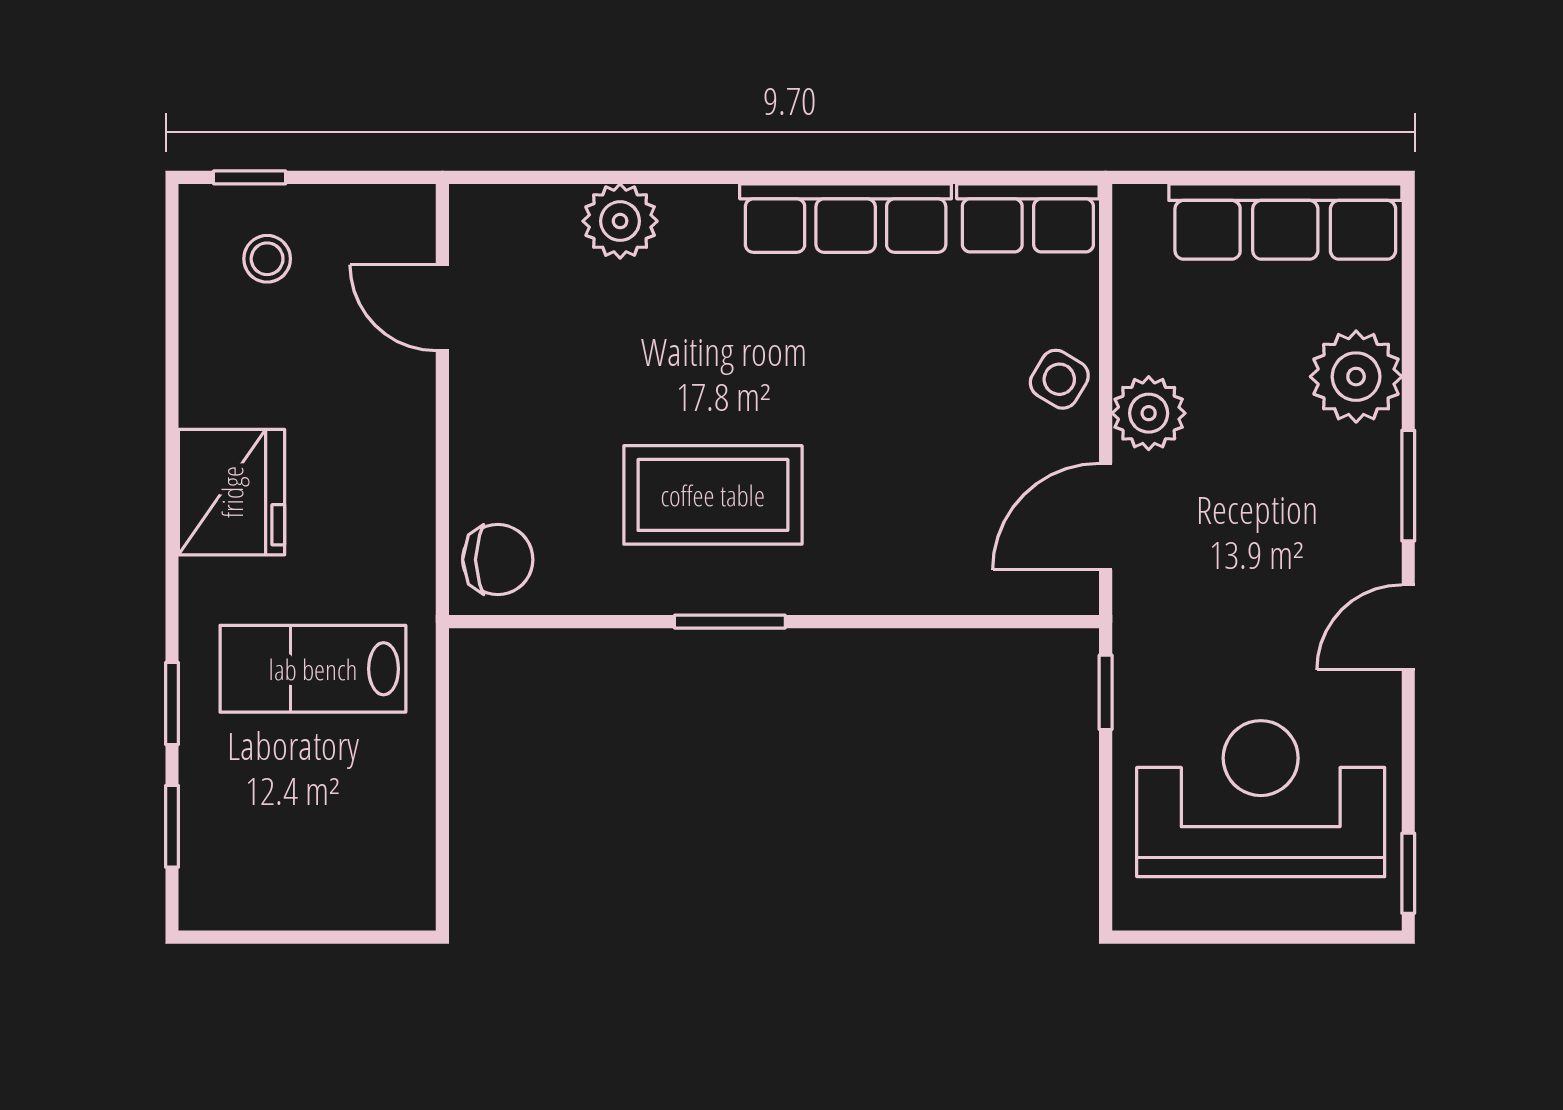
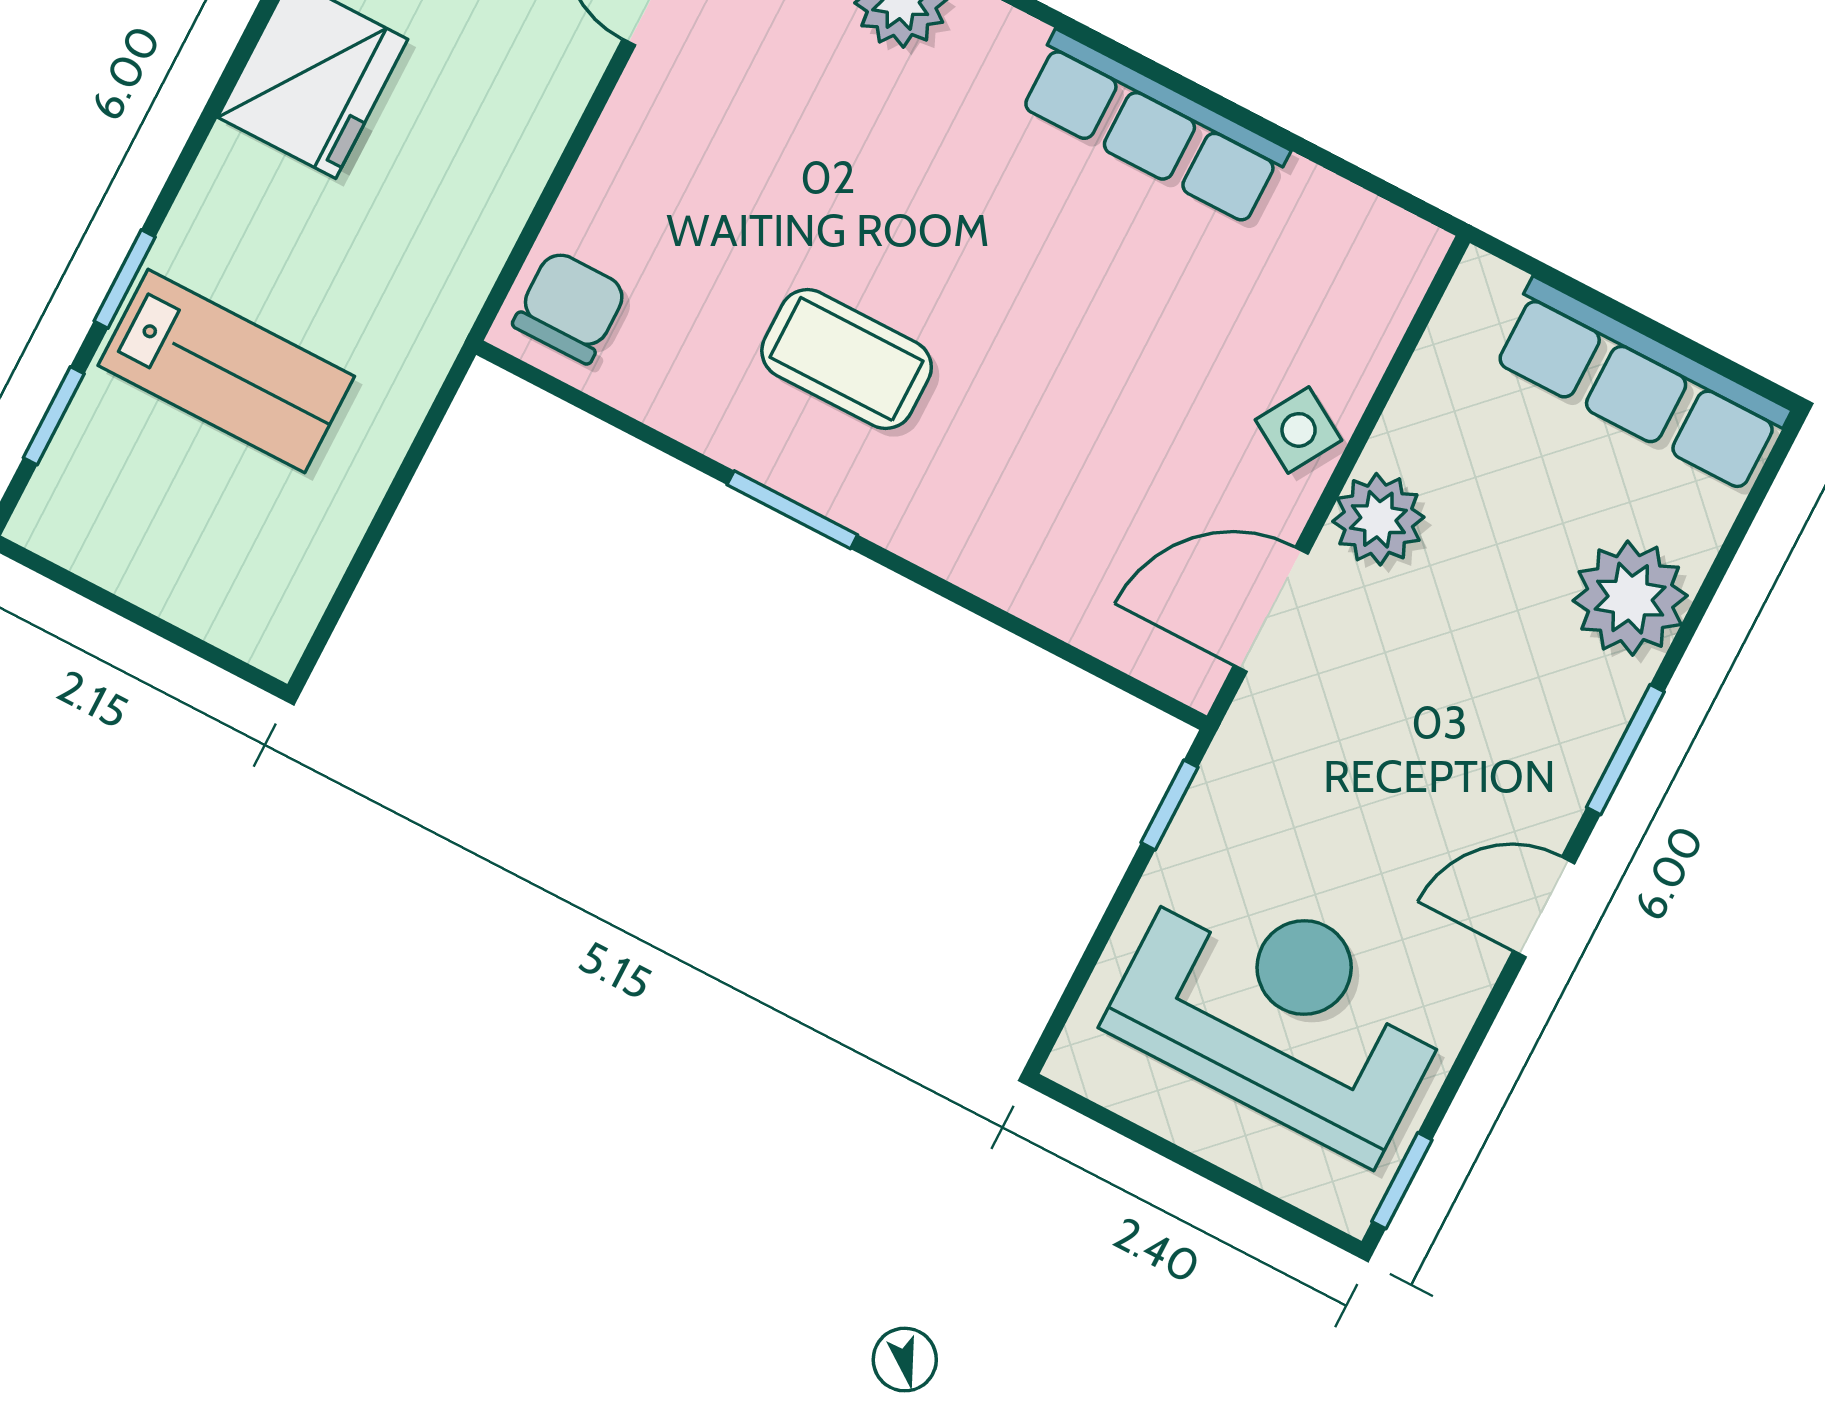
row of seats: (1028, 218) -> (1357, 232), removed
coffee table: (713, 495) -> (847, 359), width x0.73, depth x0.76
chair: (498, 560) -> (570, 307), turned -90
lab bench: (313, 669) -> (226, 371), moved, turned 180

